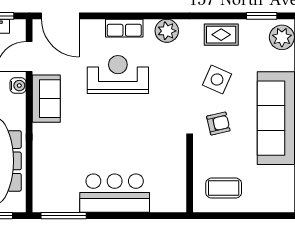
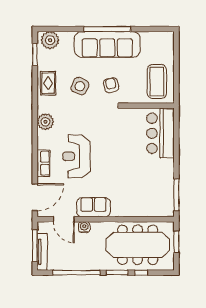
row of seats: (124, 28) -> (44, 163), moved
coffee table: (224, 188) -> (157, 81), width x1.36, depth x1.32
bar counter: (115, 193) -> (160, 133), moved

